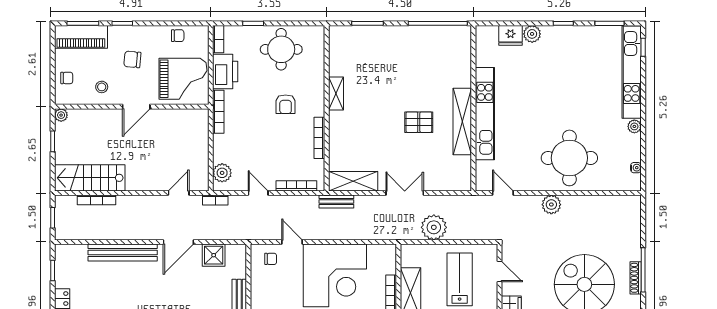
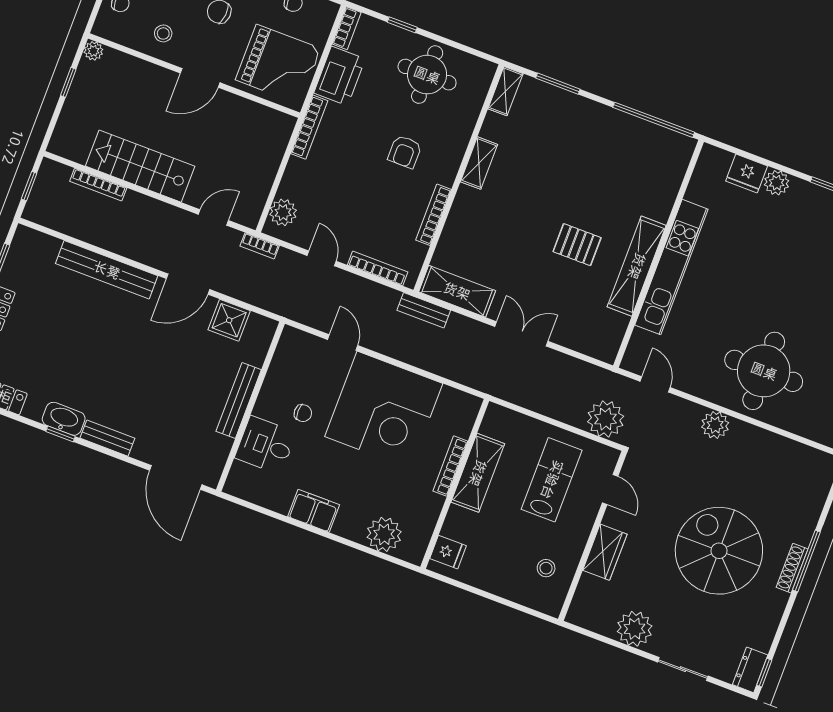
shelving: (336, 41) -> (505, 91), added
stairs: (90, 178) -> (140, 166), moved
plant: (434, 227) -> (606, 419), moved
chair: (271, 259) -> (303, 413), moved

